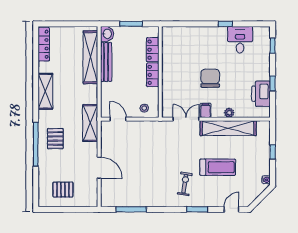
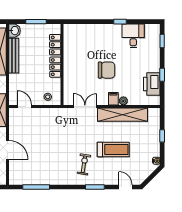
chair: (210, 78) -> (106, 70), turned 90
filing cabinet: (206, 110) -> (113, 99), moved
door: (231, 209) -> (125, 187), hinge flipped

